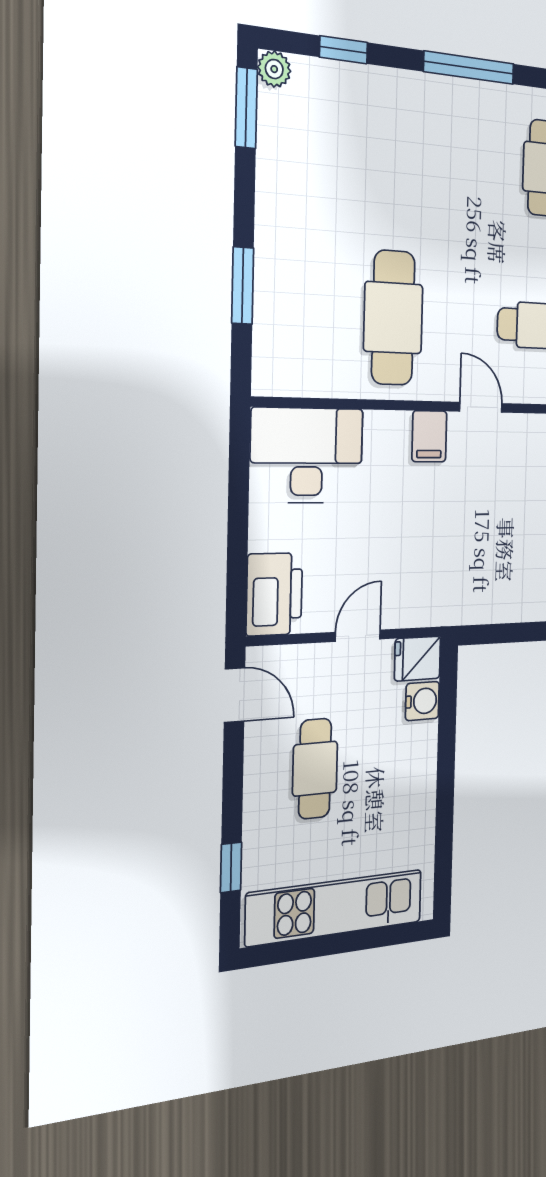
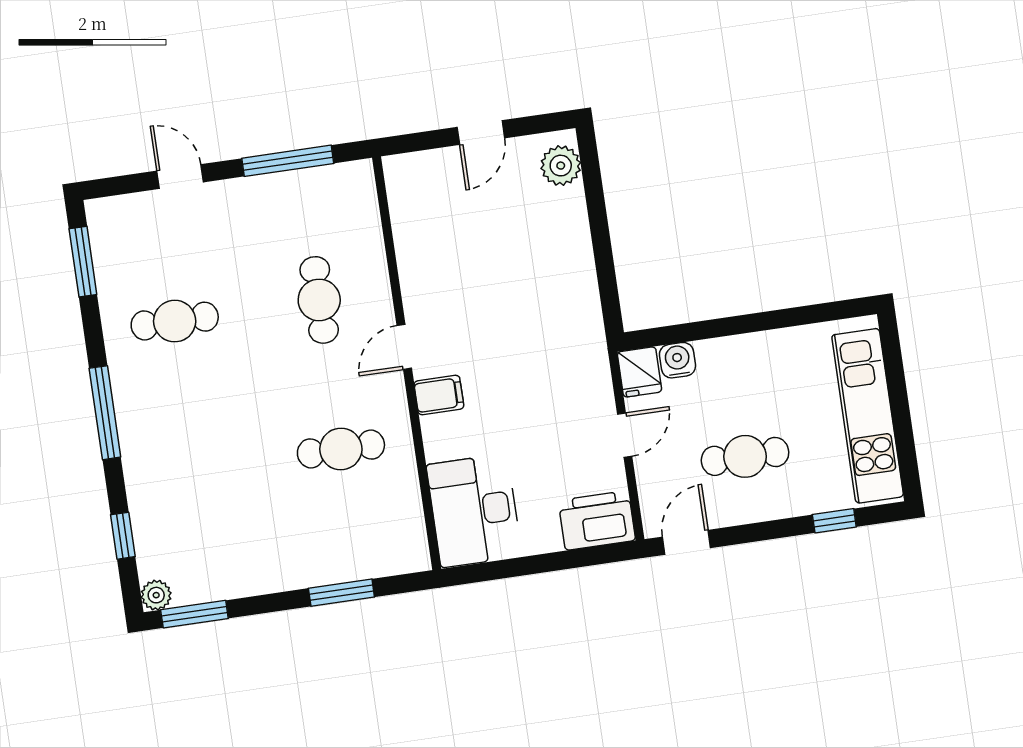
cafe table: (393, 318) -> (341, 449), width x0.73, depth x0.74
door: (358, 636) -> (625, 435), swing flipped

